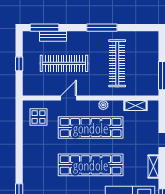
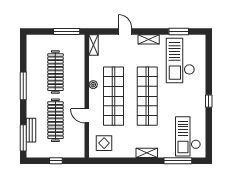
clothes rail: (117, 63) -> (55, 72), turned 90
shelving: (135, 105) -> (94, 45), moved
shelving: (28, 164) -> (147, 153), added

